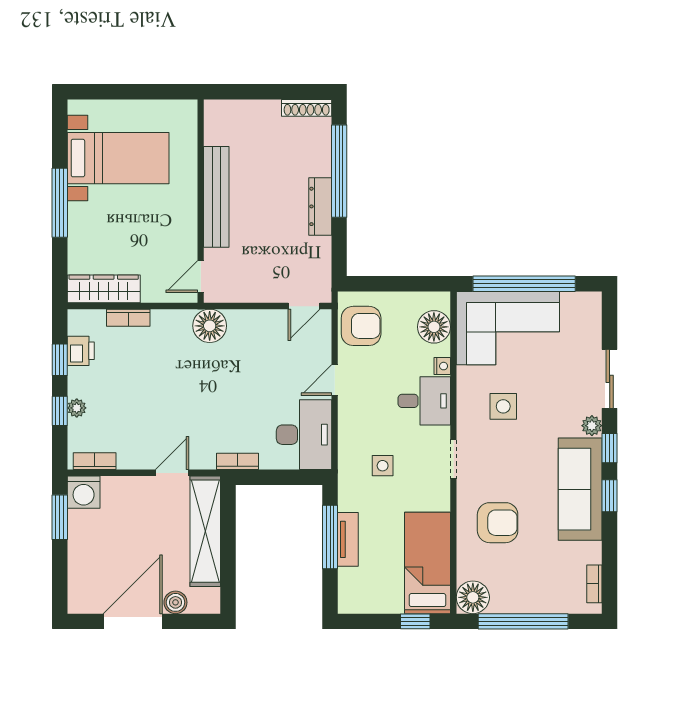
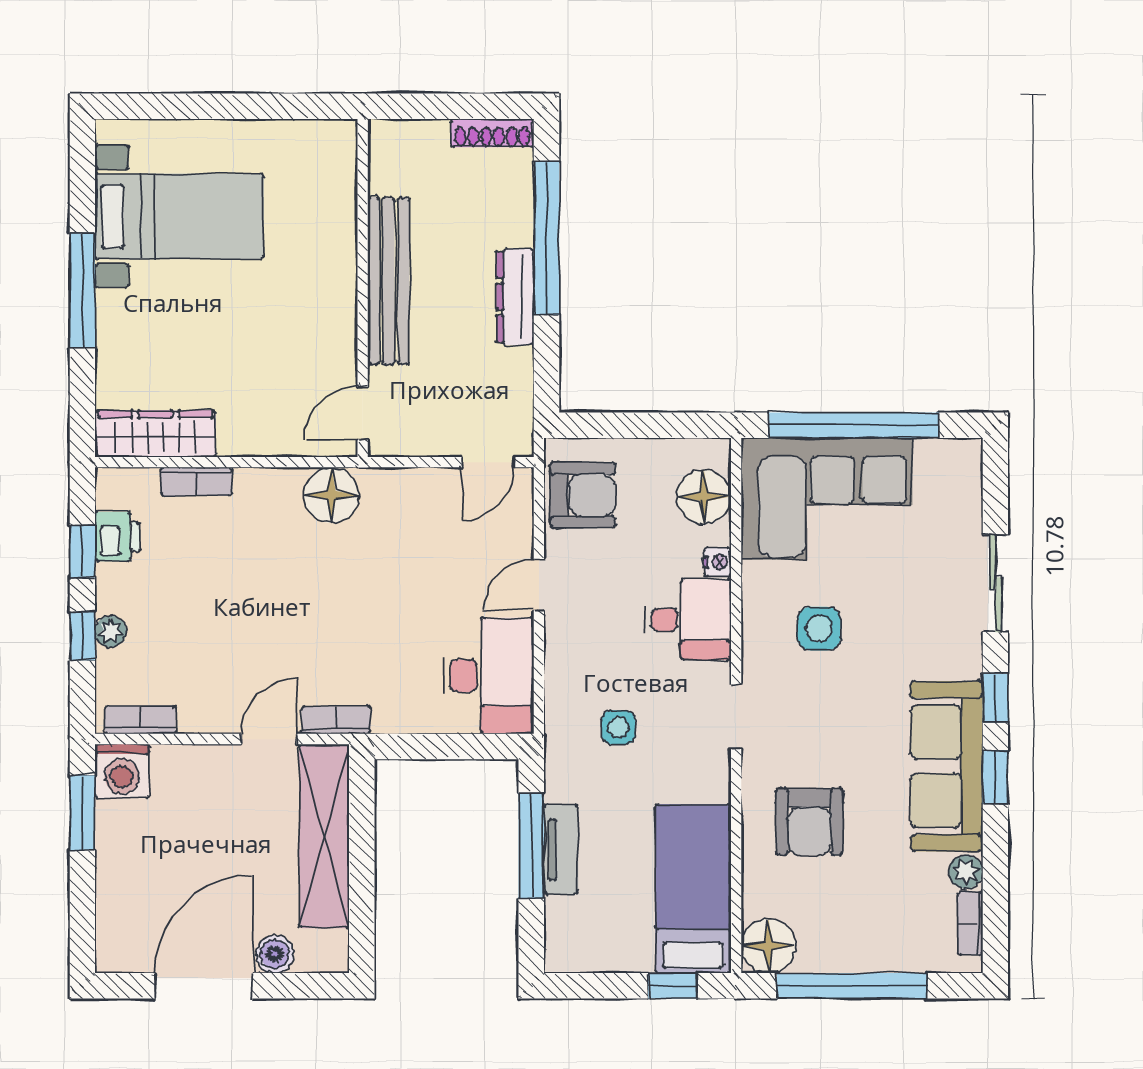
bench: (216, 197) -> (389, 281), moved
wall: (201, 201) -> (363, 288), moved
door: (201, 277) -> (363, 413), moved
plant: (592, 426) -> (966, 872), moved
bookcase: (237, 461) -> (336, 720), moved
armchair: (498, 523) -> (809, 822), turned 90

